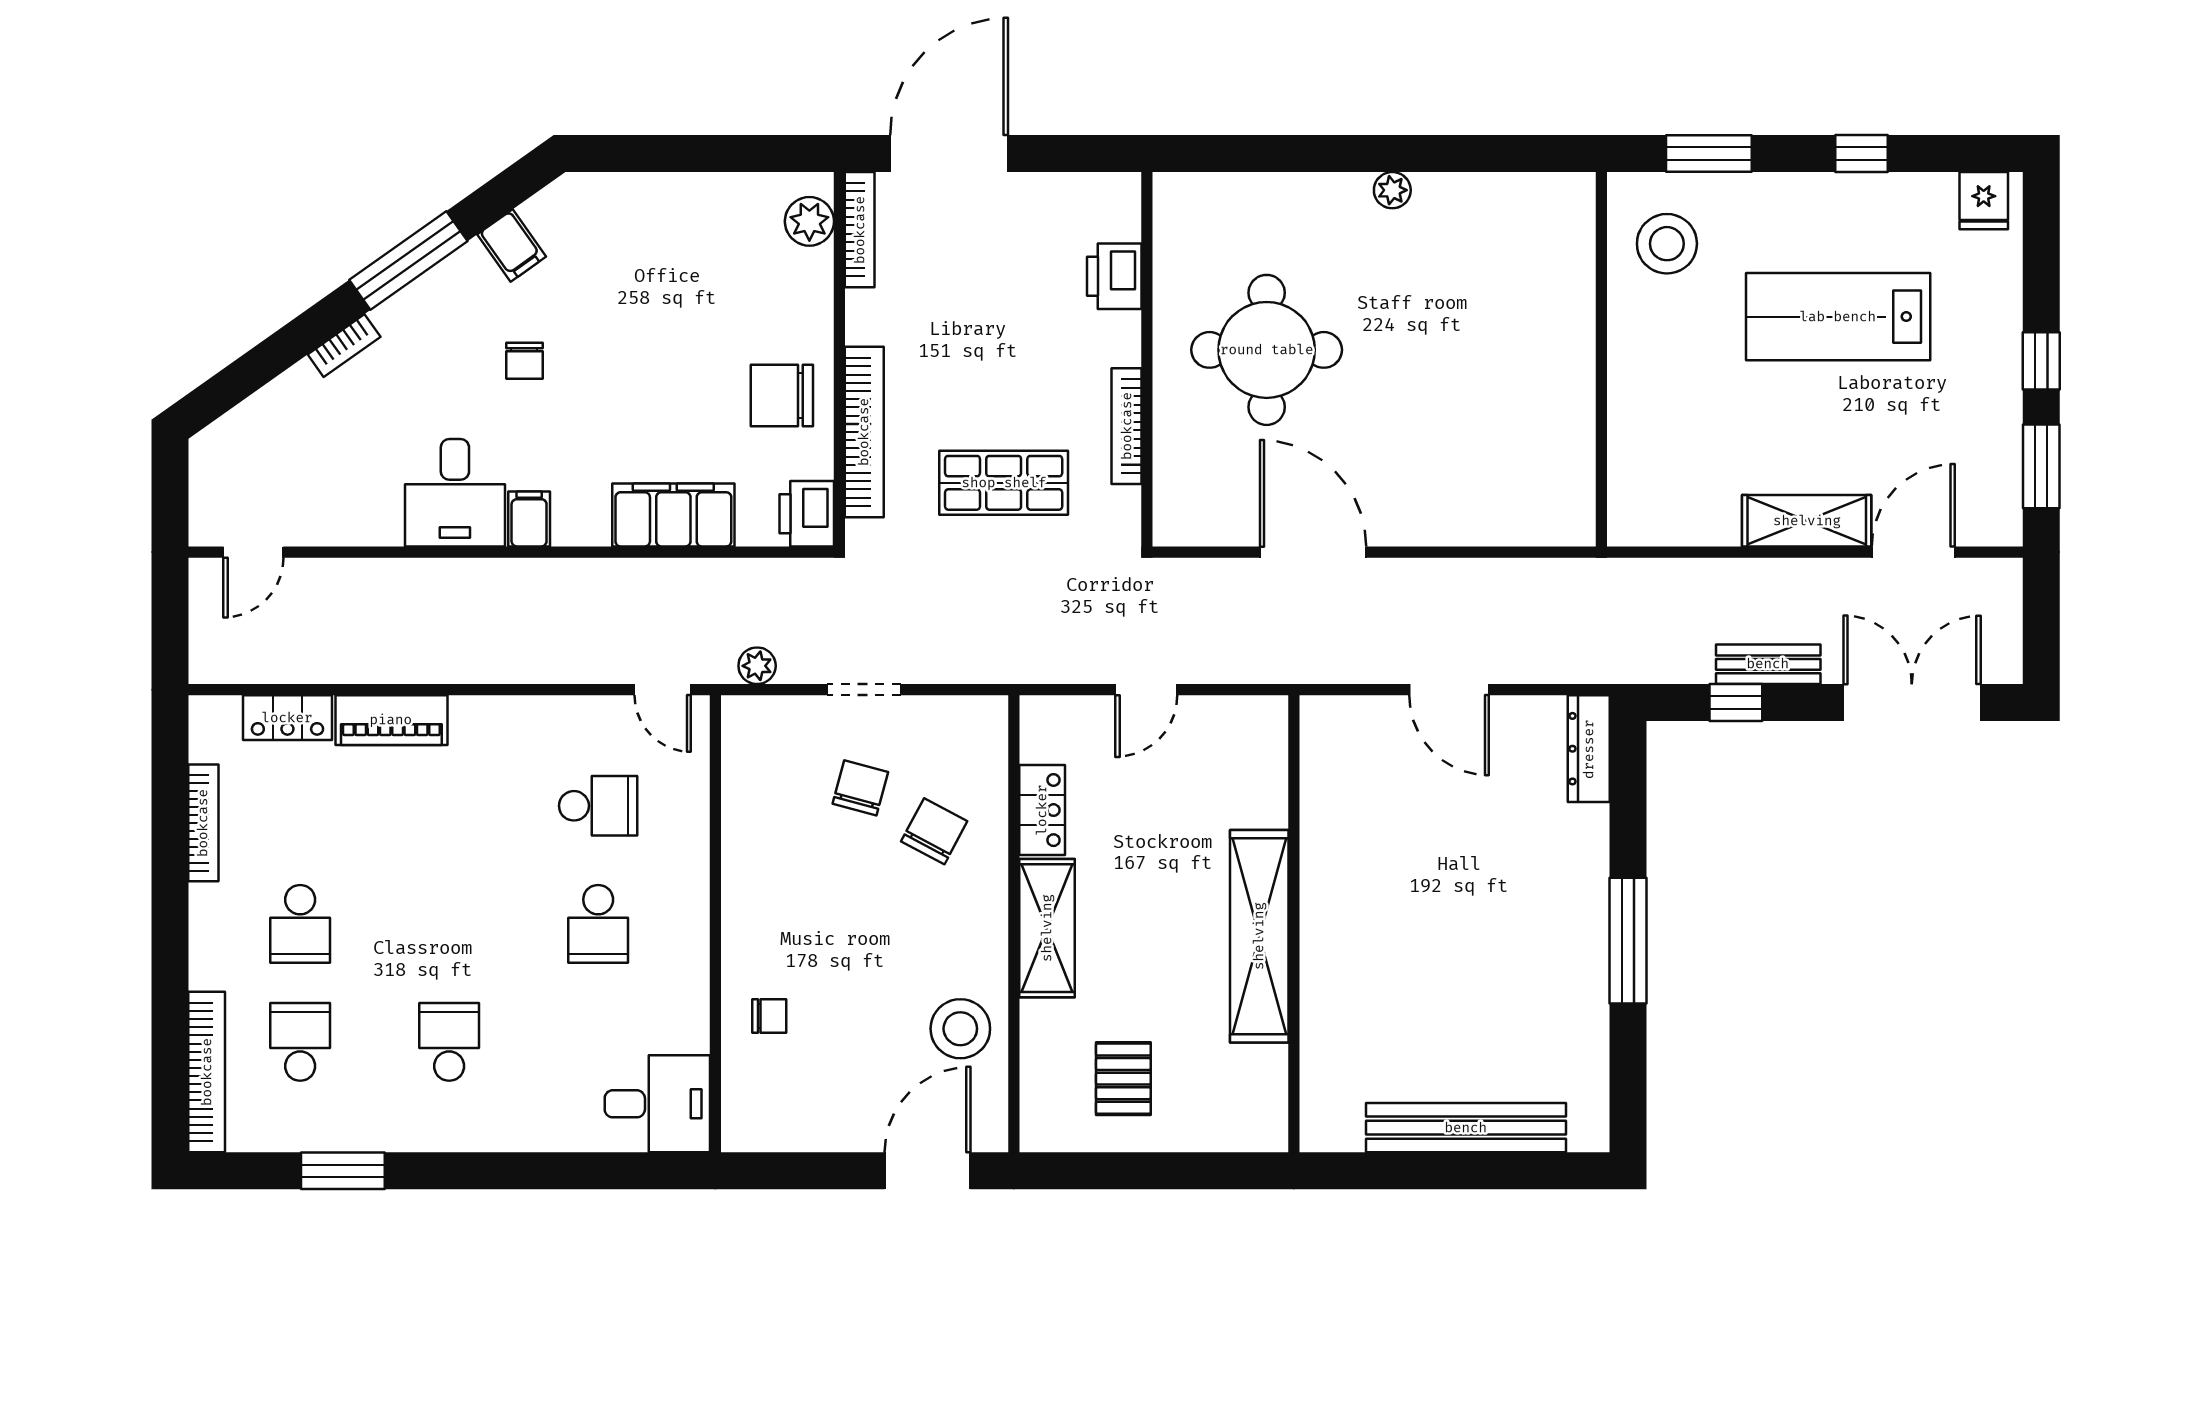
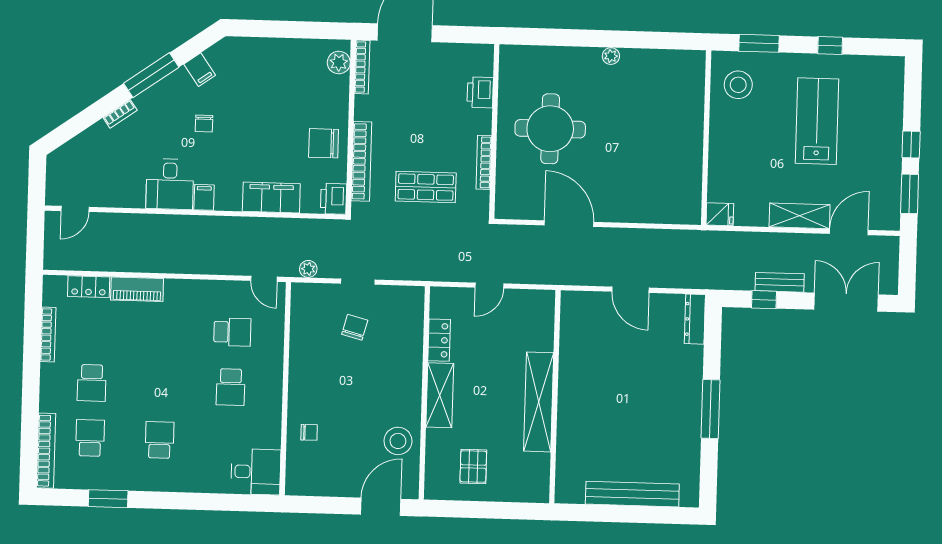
fridge: (1984, 201) -> (720, 214), moved, turned -90
lab bench: (1838, 317) -> (817, 121), turned 90
chair: (934, 831) -> (389, 349), removed

